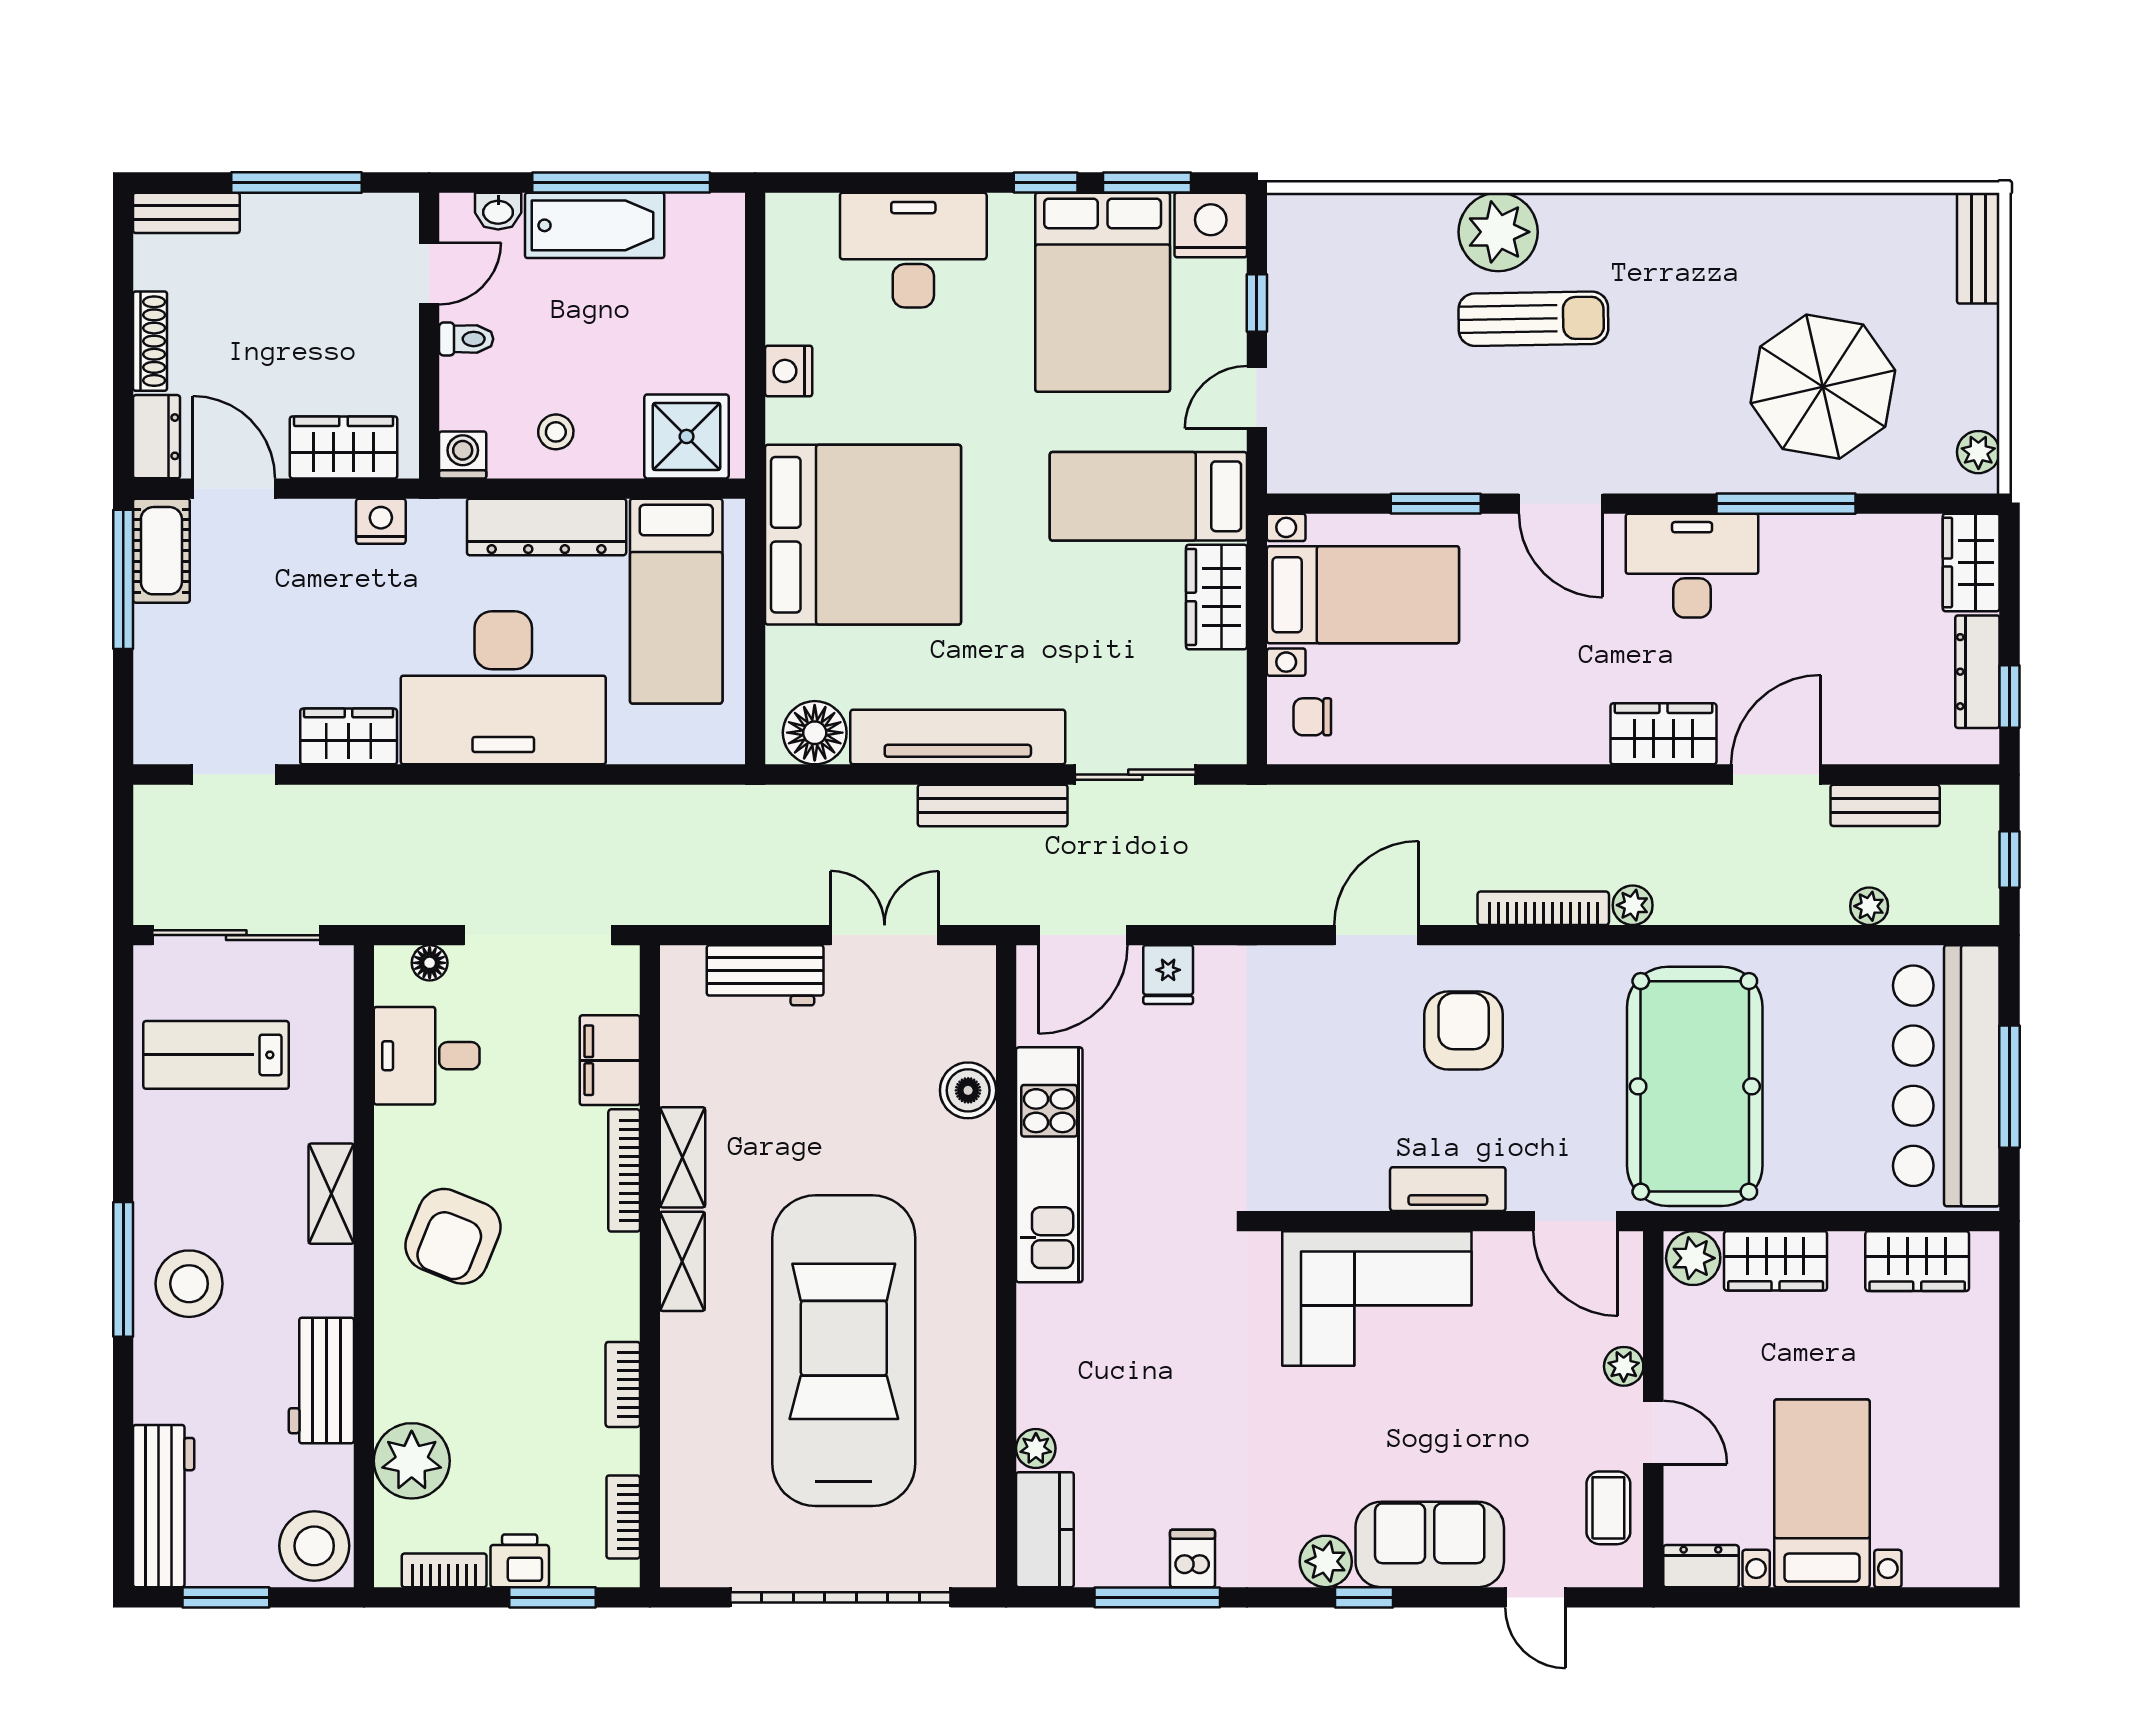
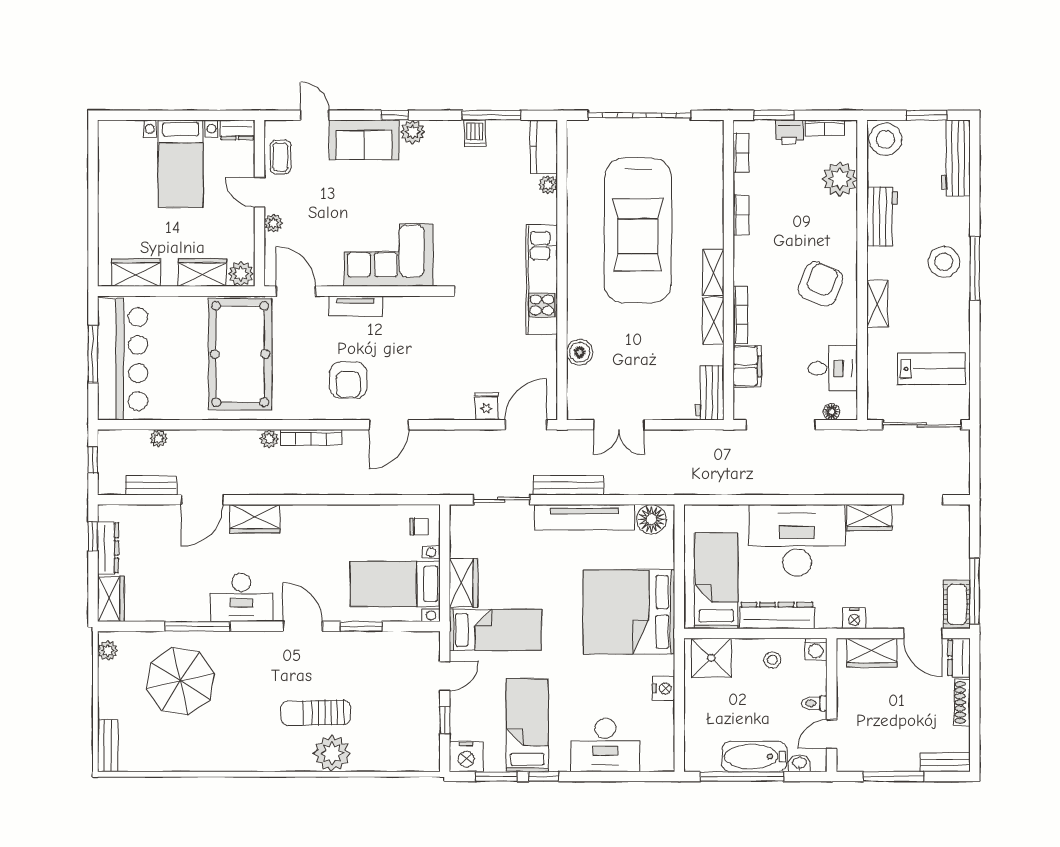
bed: (1103, 292) -> (527, 725), width x0.67
workbench: (765, 975) -> (710, 393), moved, turned -90
kitchen unit: (1049, 1165) -> (542, 280), moved

